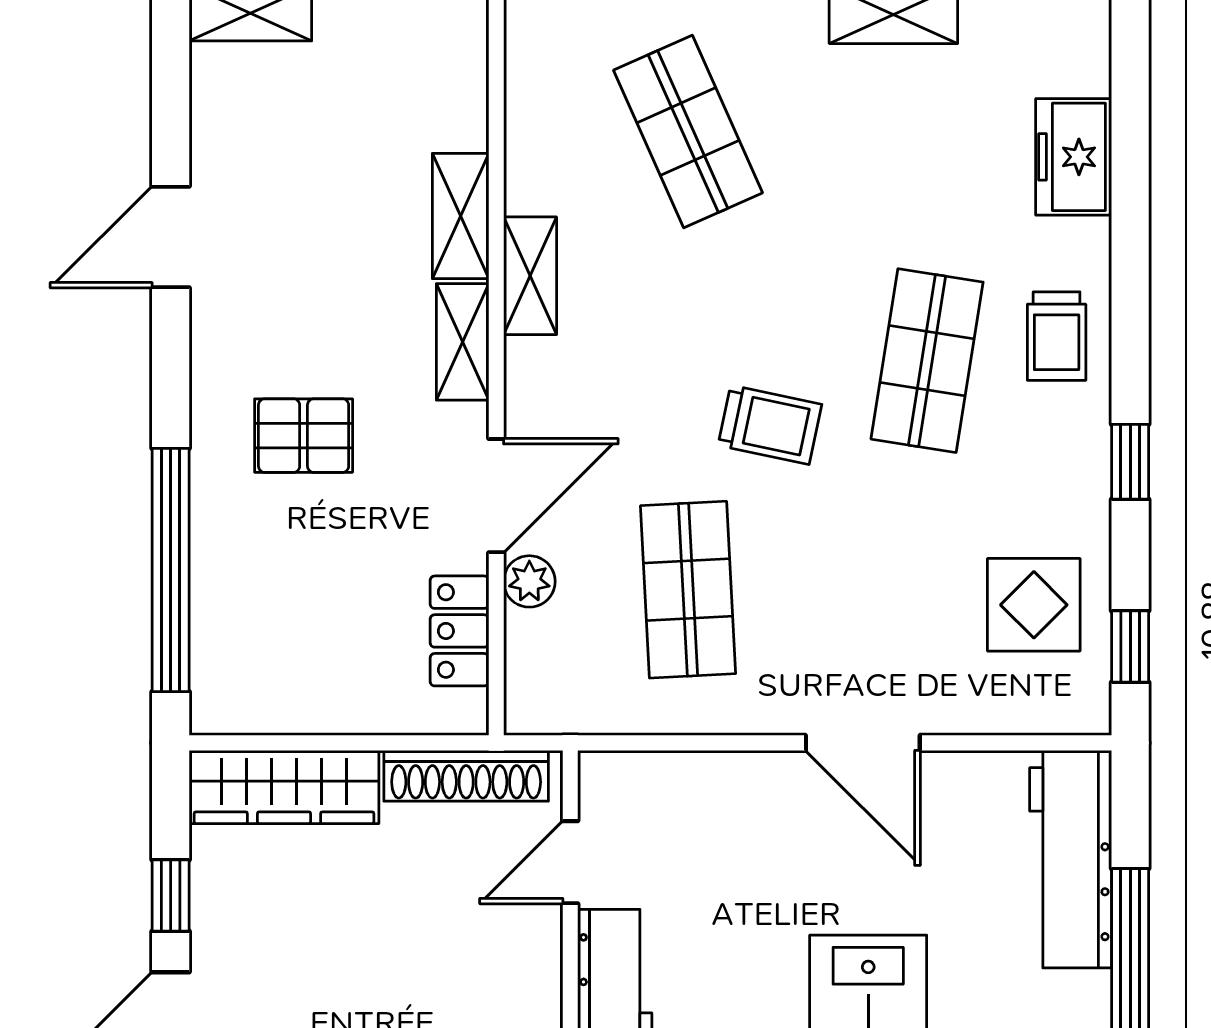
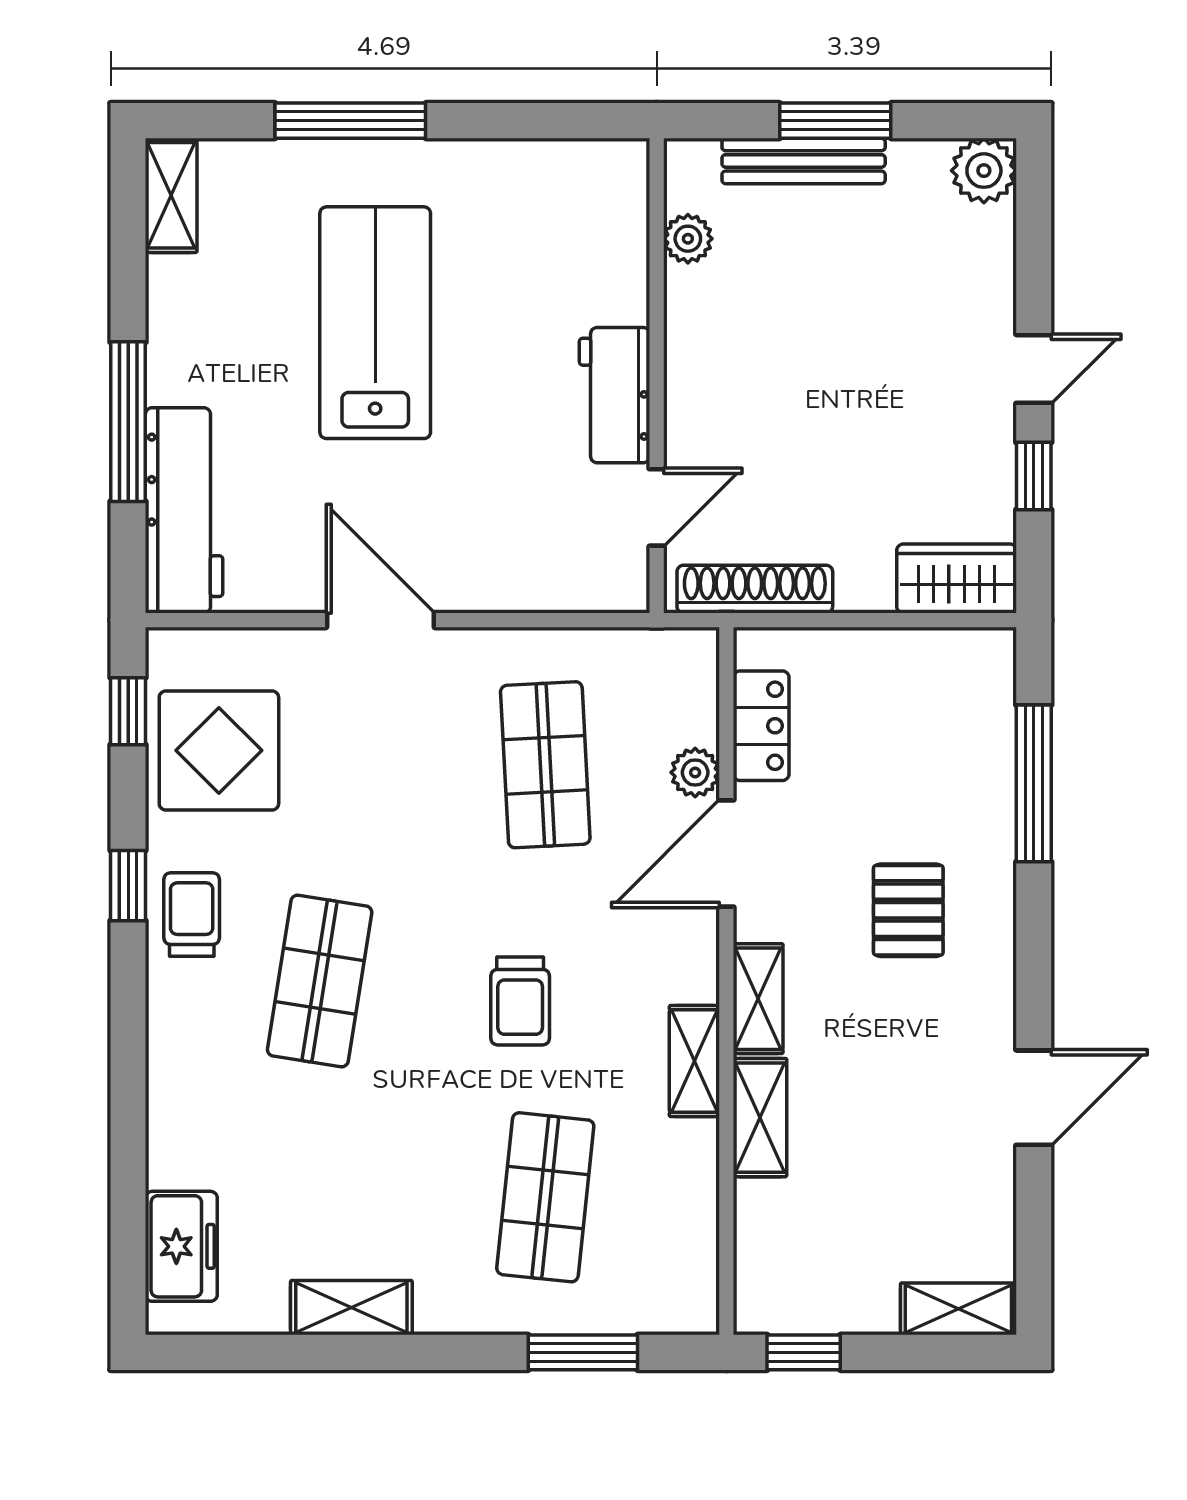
shop shelf: (688, 132) -> (545, 1197), turned 30
freezer: (1074, 157) -> (181, 1246), moved
trolley: (1057, 336) -> (192, 914), moved
trolley: (770, 425) -> (520, 1001), moved, turned -102
pallet: (304, 436) -> (908, 910), turned 90
window: (171, 570) -> (1034, 783), width x0.68
display table: (1034, 605) -> (219, 750), width x1.36, depth x1.36
wardrobe: (284, 787) -> (957, 578), width x0.67

